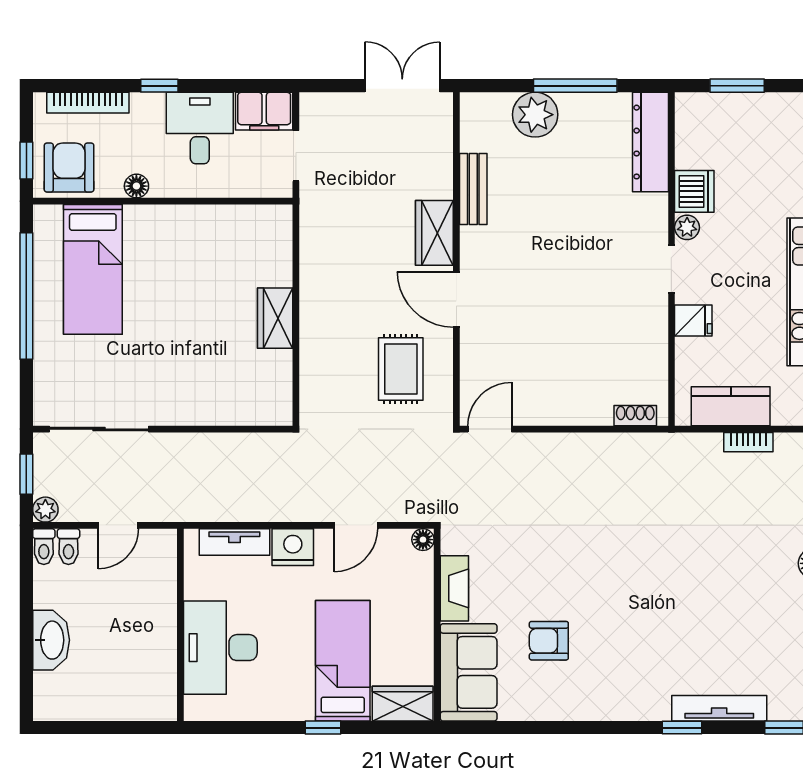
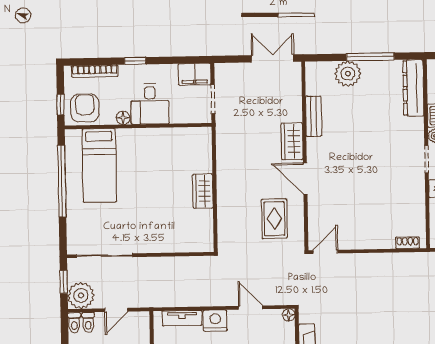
desk: (200, 128) -> (150, 104), moved, turned 180
plant: (45, 510) -> (81, 295), width x1.88, depth x1.88
door: (356, 525) -> (251, 308), swing flipped

